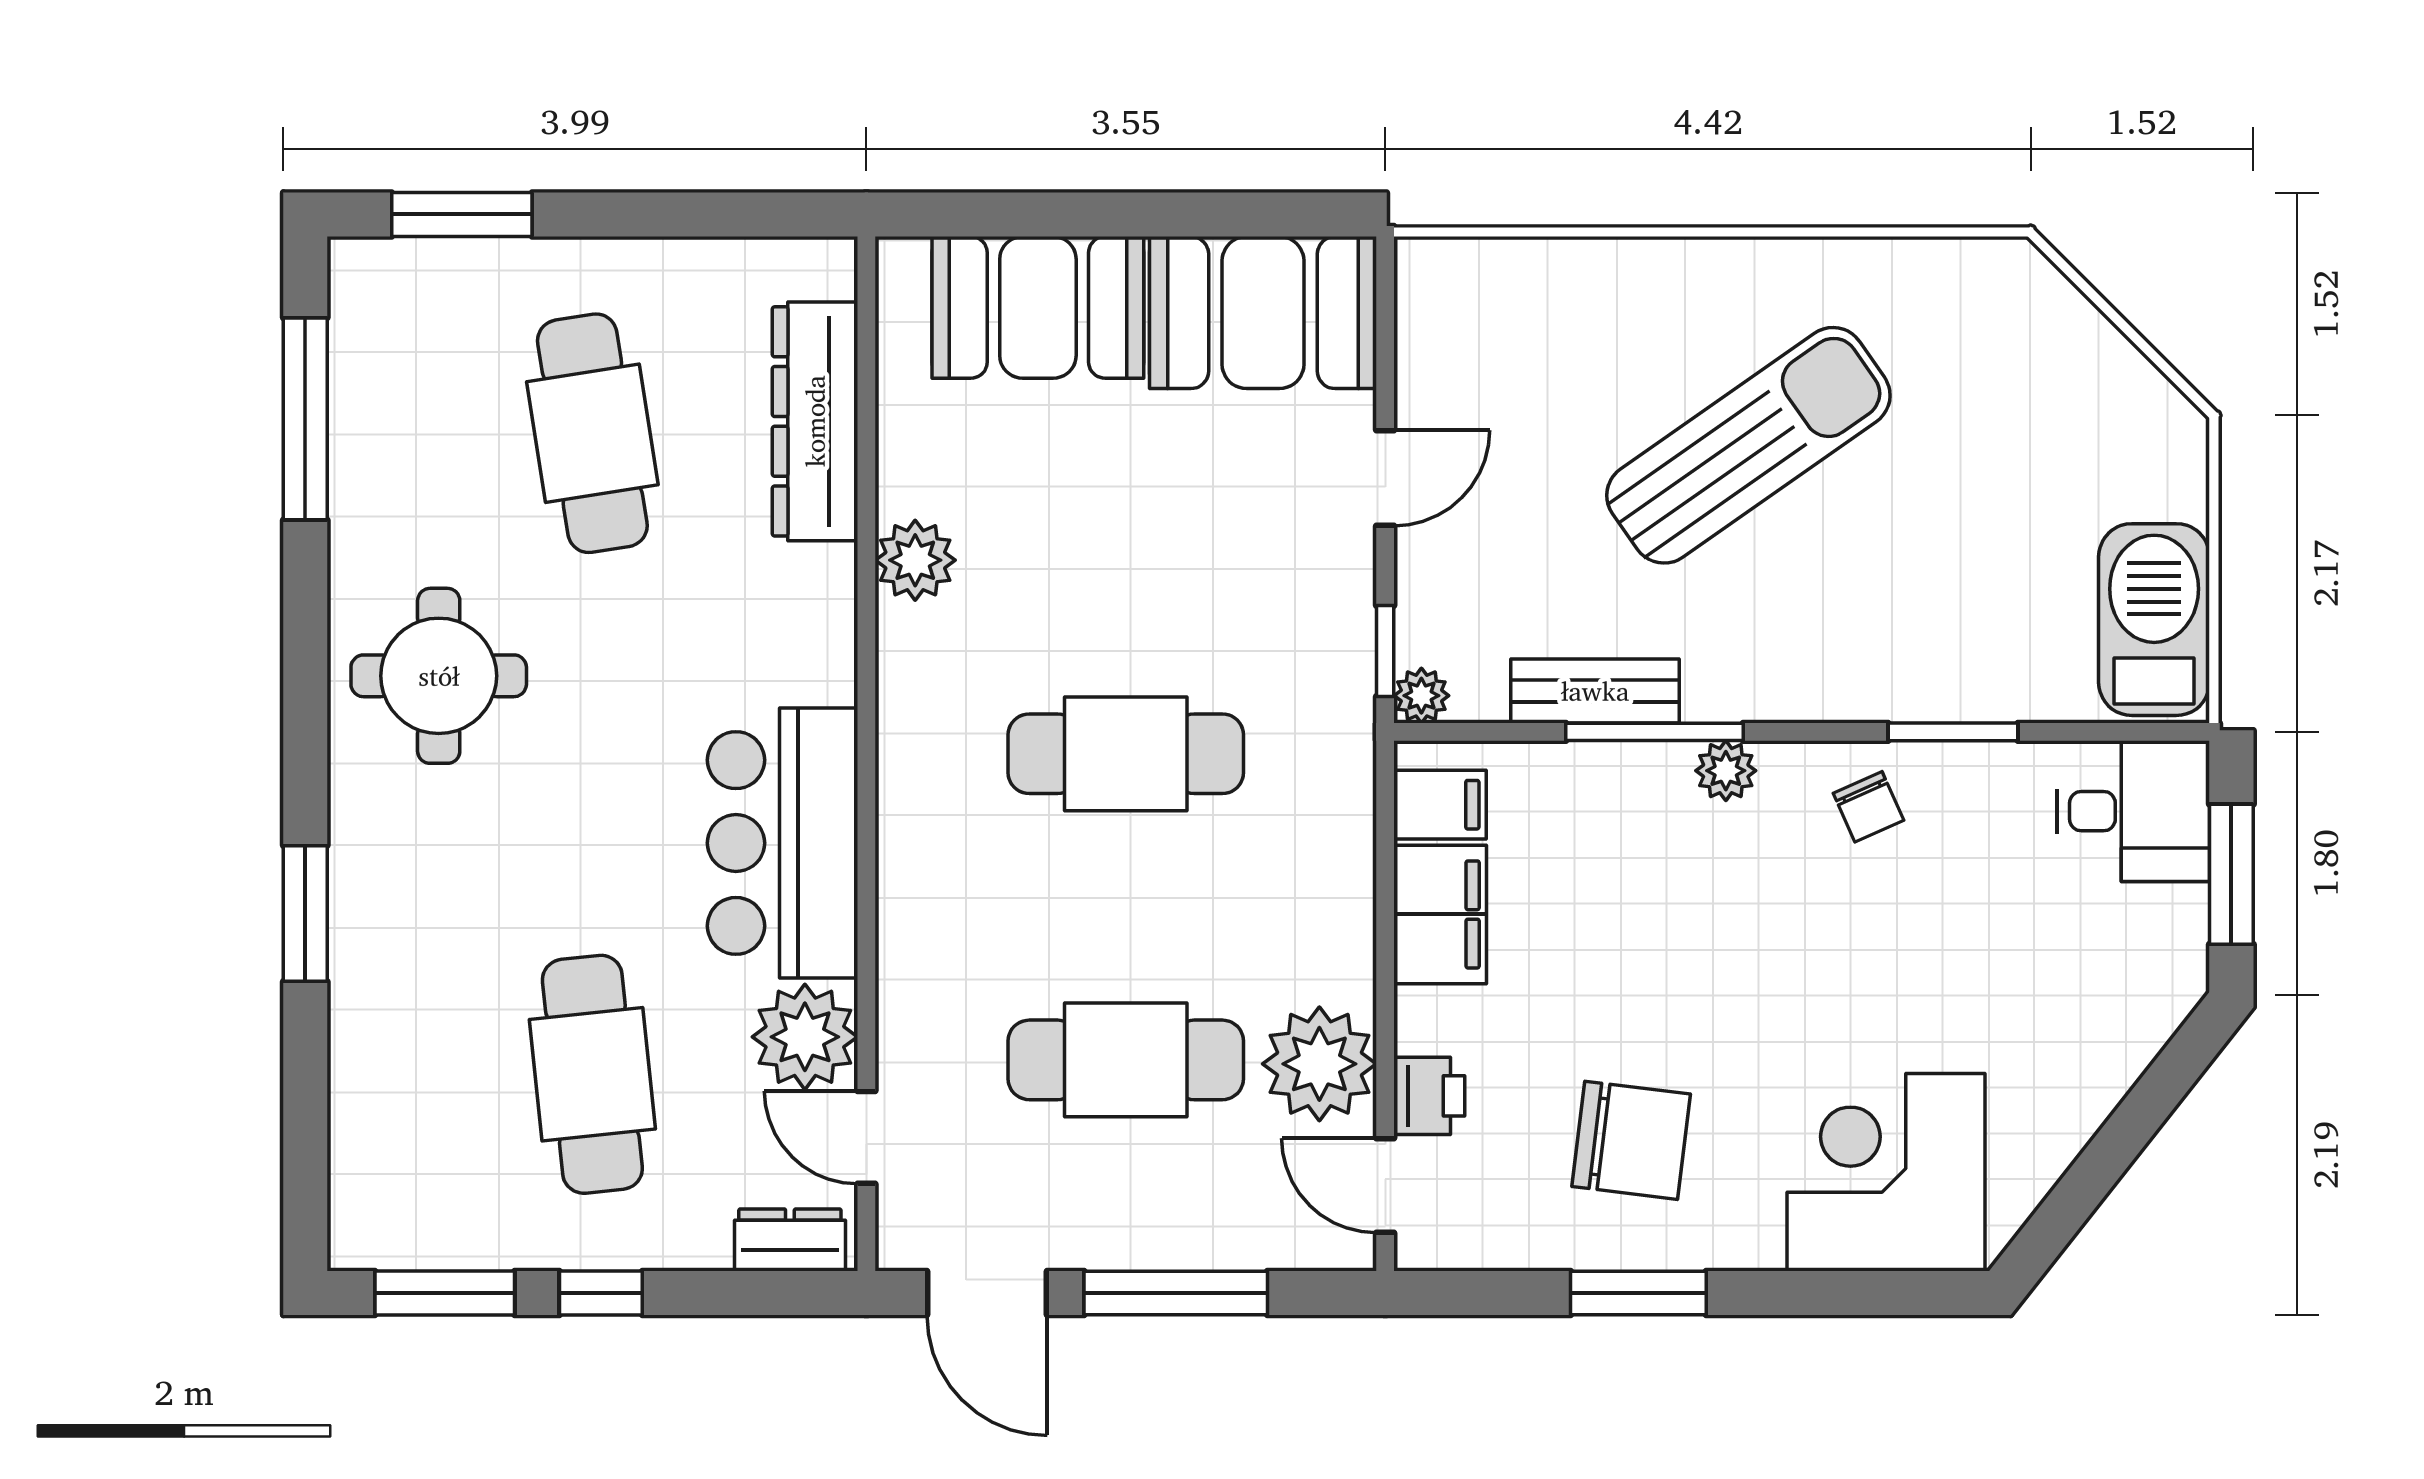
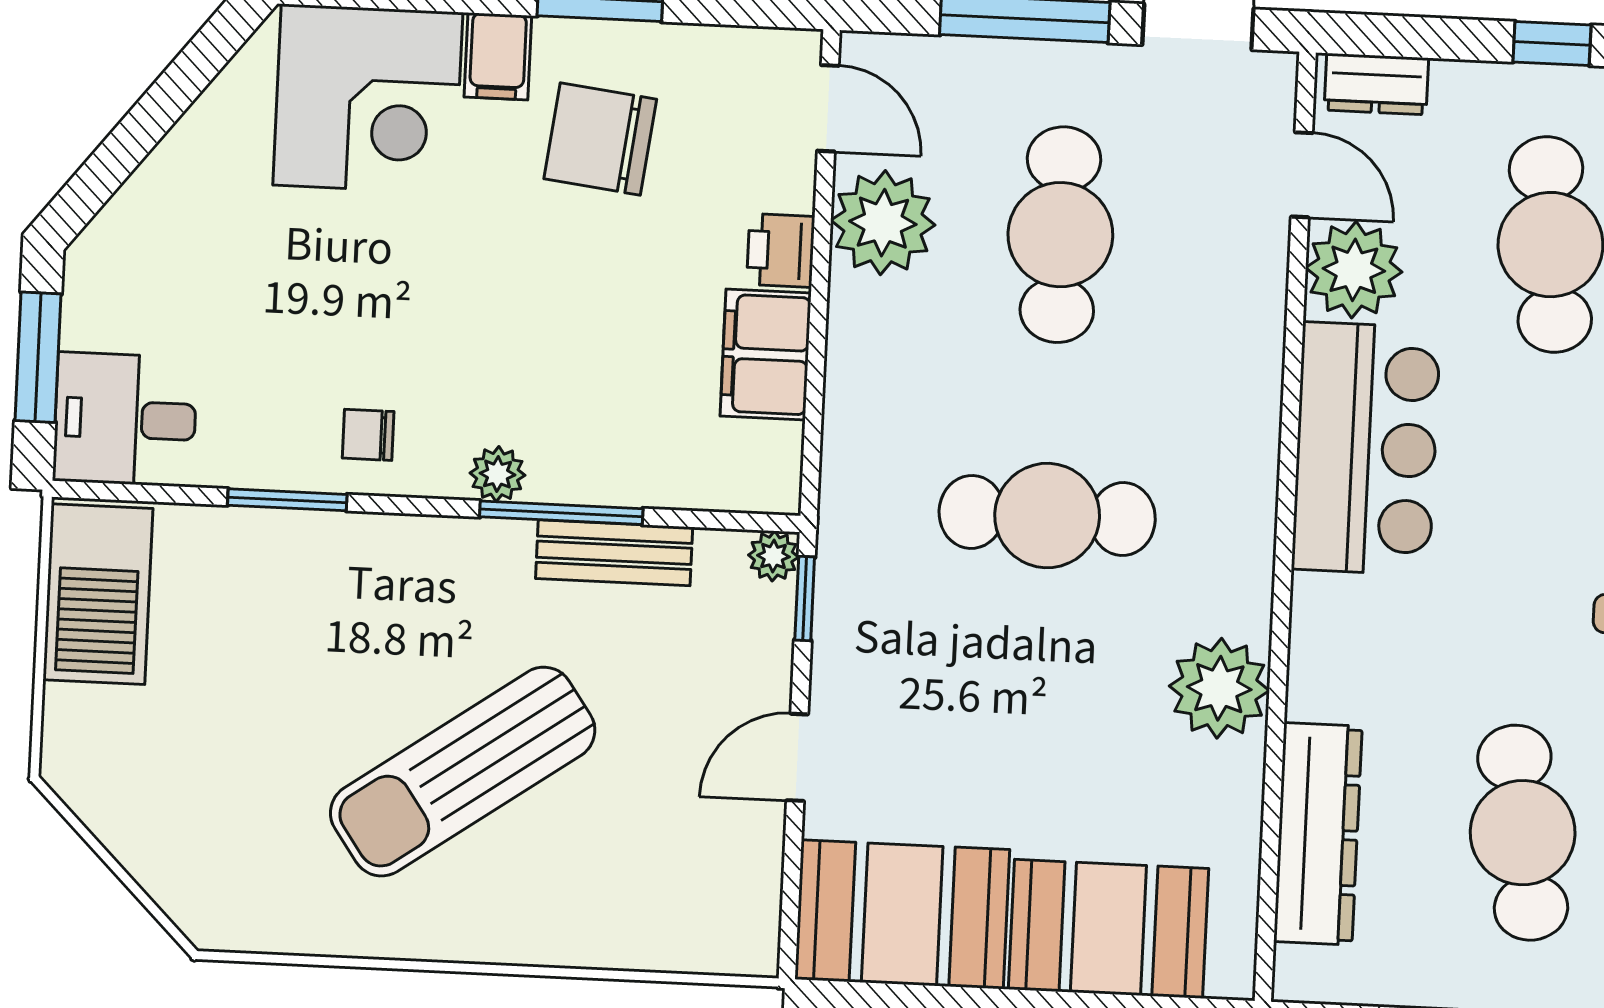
plant: (915, 560) -> (1219, 688), width x1.36, depth x1.36
filing cabinet: (1440, 805) -> (498, 56), moved, turned -90
chair: (1868, 807) -> (368, 435), turned -66
cafe table: (1126, 1060) -> (1060, 235), turned 90
printer: (1429, 1096) -> (781, 250), moved

